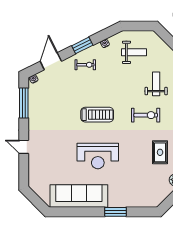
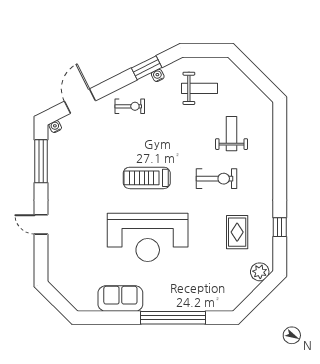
window: (82, 45) -> (147, 68), moved
treadmill: (97, 115) -> (147, 178), turned 180
reception desk: (98, 156) -> (148, 237), width x1.36, depth x1.30
sofa: (79, 196) -> (120, 299), width x0.54, depth x0.79
window: (115, 212) -> (173, 318), width x2.11

